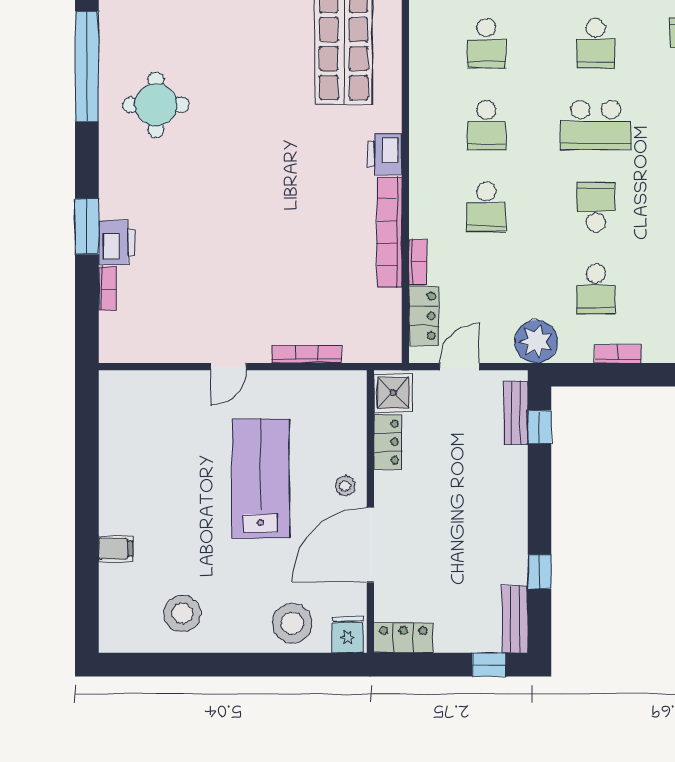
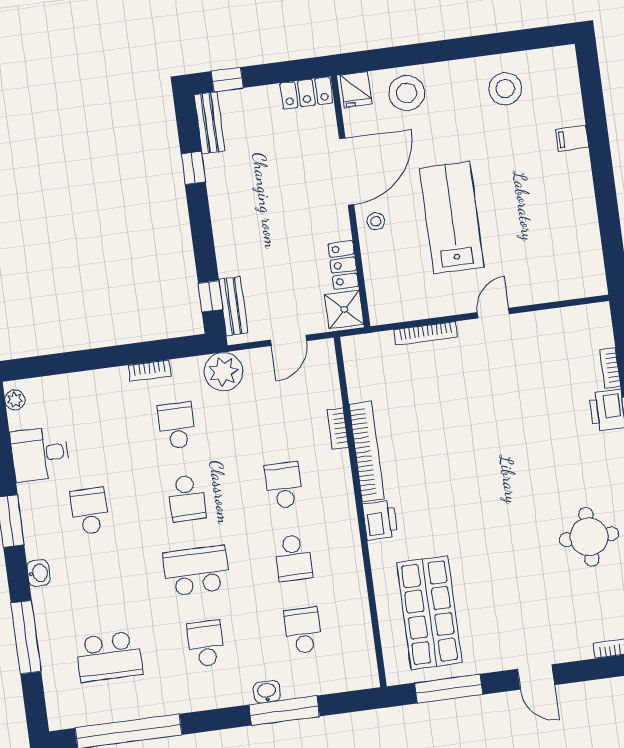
school desk: (486, 125) -> (293, 558), turned 180
locker: (424, 316) -> (326, 381), removed
lab bench: (261, 479) -> (452, 218), turned 180

